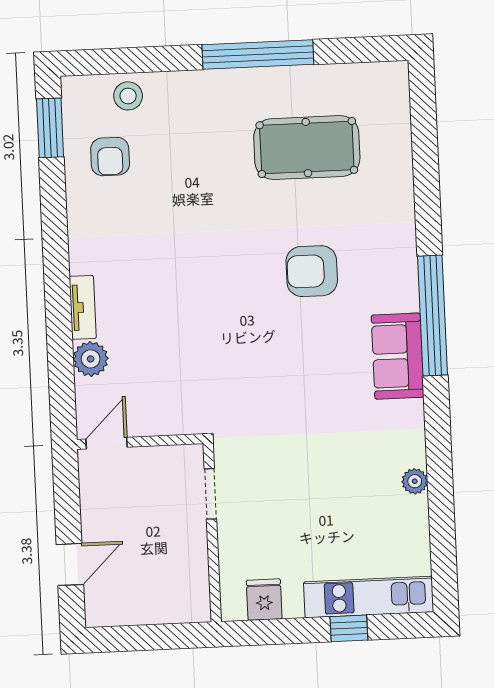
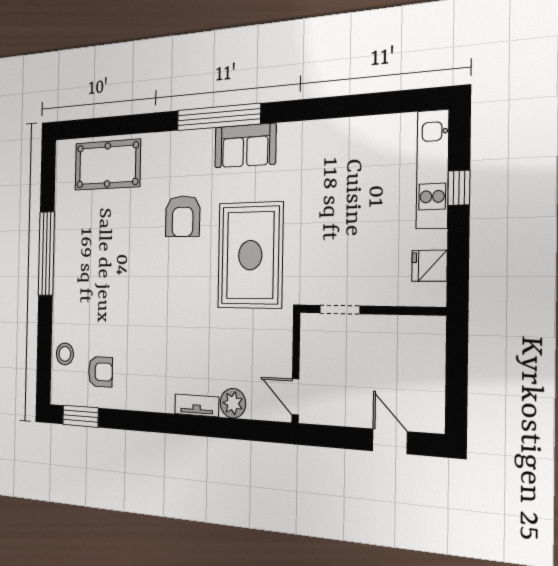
pool table: (307, 148) -> (107, 165), moved, turned 90
rug: (267, 372) -> (250, 255), added
plant: (415, 481) -> (340, 129), removed

